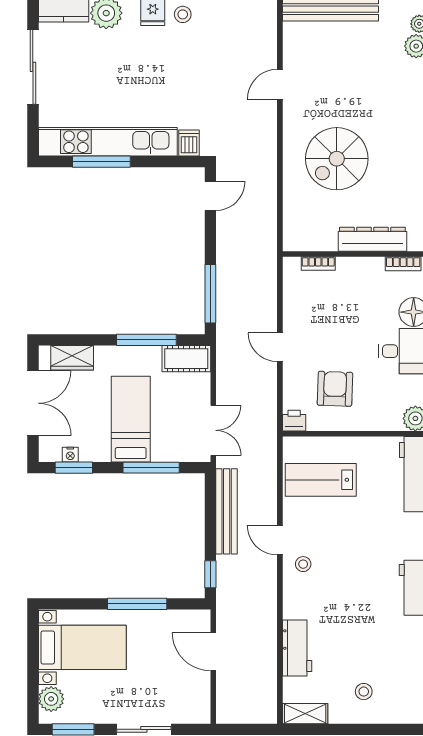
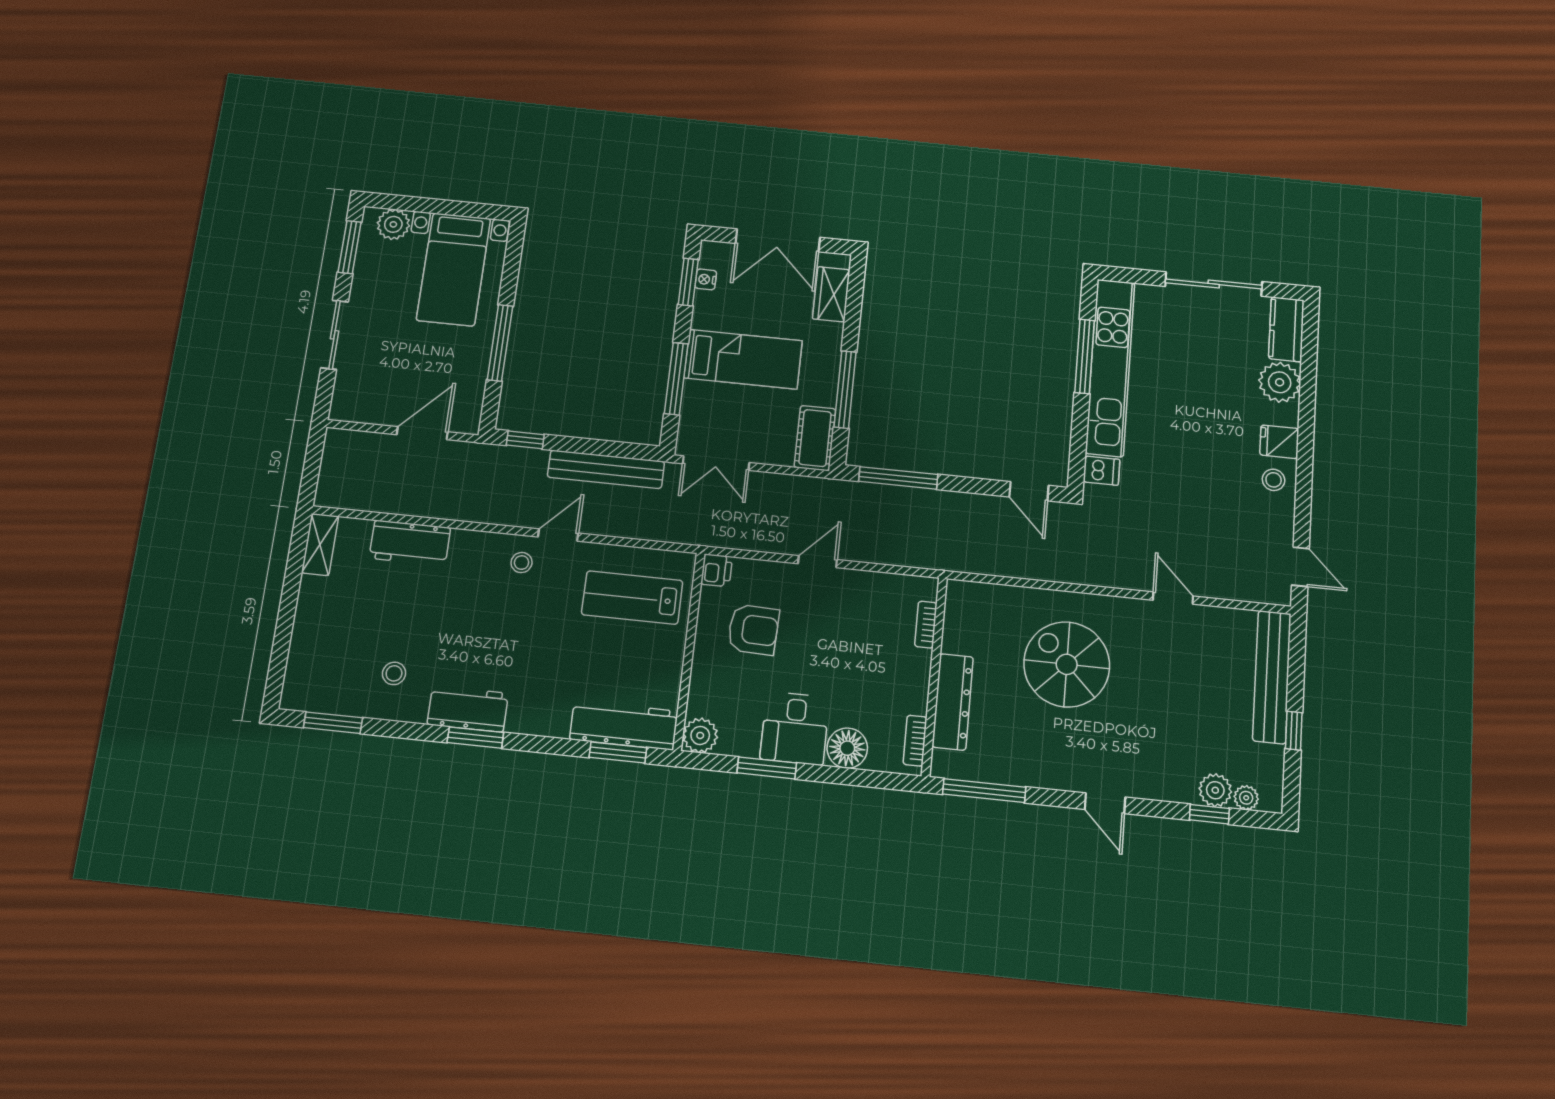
lab bench: (321, 480) -> (632, 598), turned -90
stool: (364, 692) -> (394, 673), moved

